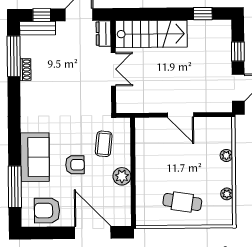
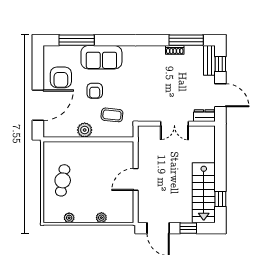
stairs: (151, 34) -> (204, 193), moved
armchair: (47, 210) -> (61, 77), moved, turned 180

